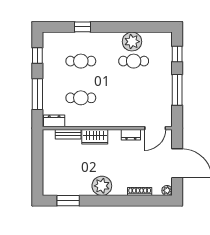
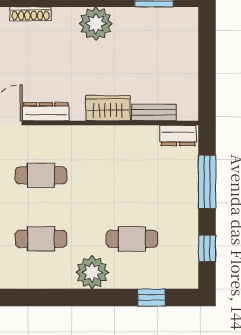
window: (83, 27) -> (151, 298), moved
plant: (132, 42) -> (92, 272), moved
cafe table: (81, 98) -> (41, 175), moved
dresser: (131, 135) -> (46, 112), width x1.44

